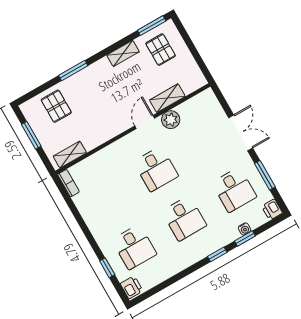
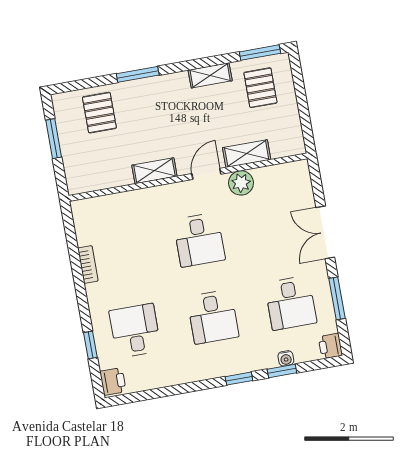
double door: (241, 133) -> (325, 232), swing flipped
shelving: (70, 155) -> (154, 171), moved
bookcase: (68, 183) -> (88, 264), moved
desk: (134, 247) -> (135, 331), turned 180

